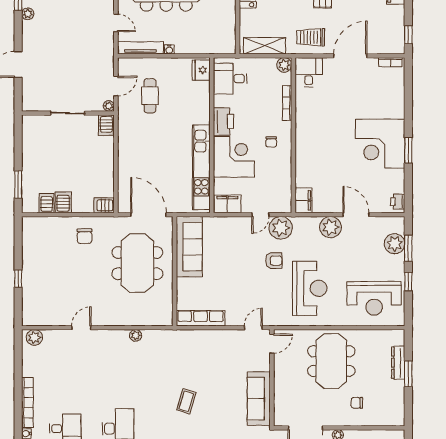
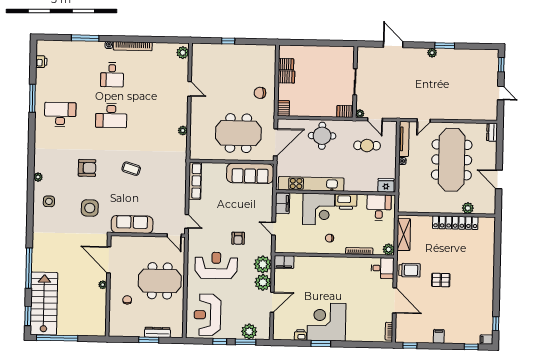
trolley: (311, 37) -> (410, 270), turned 90
round table: (139, 154) -> (322, 136), added
window: (18, 184) -> (301, 43), removed
printer: (398, 202) -> (300, 335), moved
plant: (281, 228) -> (263, 264), moved
reception desk: (310, 288) -> (216, 265), turned 180

